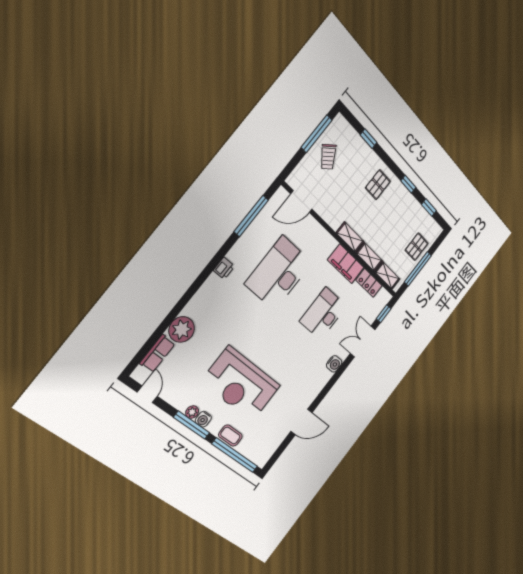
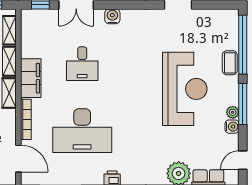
bookcase: (323, 234) -> (26, 119), added
locker: (369, 283) -> (28, 43), removed
desk: (323, 314) -> (82, 64), width x0.73
water cooler: (203, 419) -> (232, 127), moved

